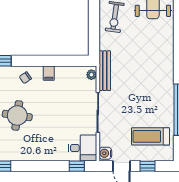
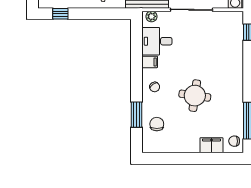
desk: (83, 148) -> (157, 41), moved, turned -90

